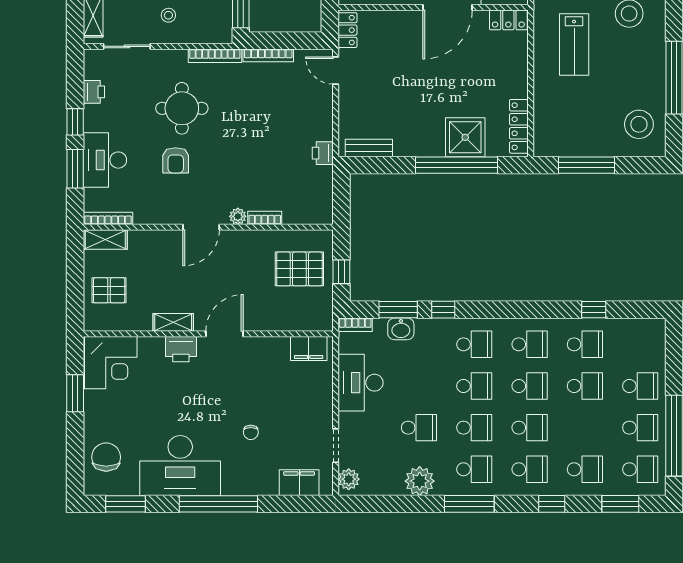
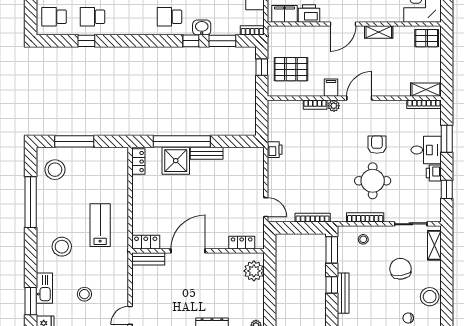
stool: (168, 15) -> (363, 239), moved
locker: (347, 30) -> (242, 243), moved, turned 90
bookcase: (215, 56) -> (365, 217), moved
printer: (94, 92) -> (434, 173), moved
window: (75, 122) -> (447, 189), moved
locker: (519, 126) -> (138, 162), width x0.66
bench: (369, 148) -> (207, 153), moved
desk: (105, 160) -> (426, 150), width x0.73
window: (587, 165) -> (74, 141), moved
filing cabinet: (242, 242) -> (331, 88), added
pallet: (109, 290) -> (427, 38), moved
washbasin: (401, 329) -> (202, 28), moved
school desk: (530, 344) -> (54, 17), moved
printer: (181, 349) -> (309, 13), moved

